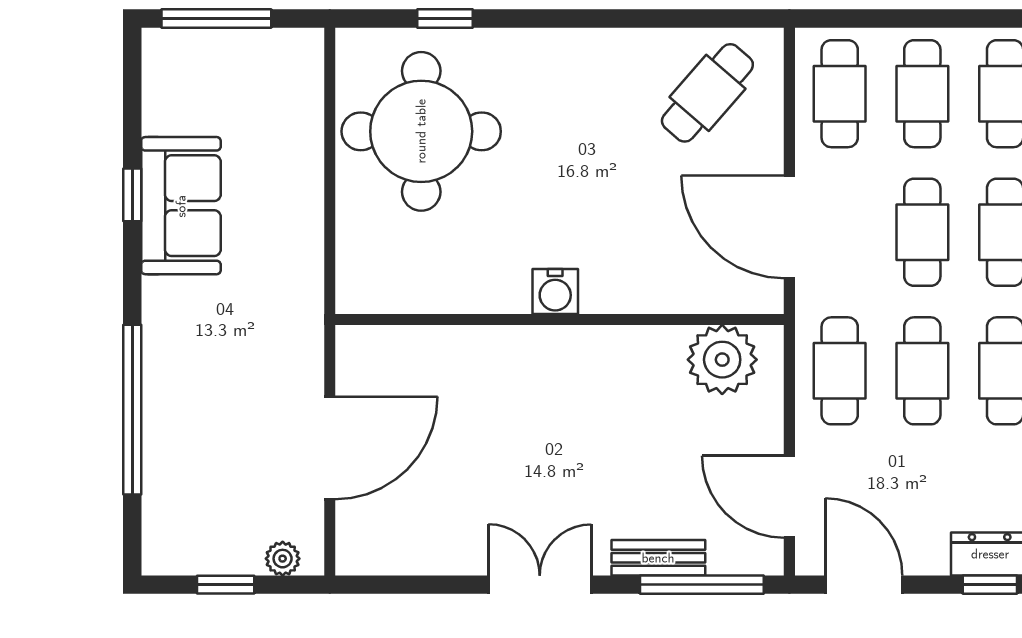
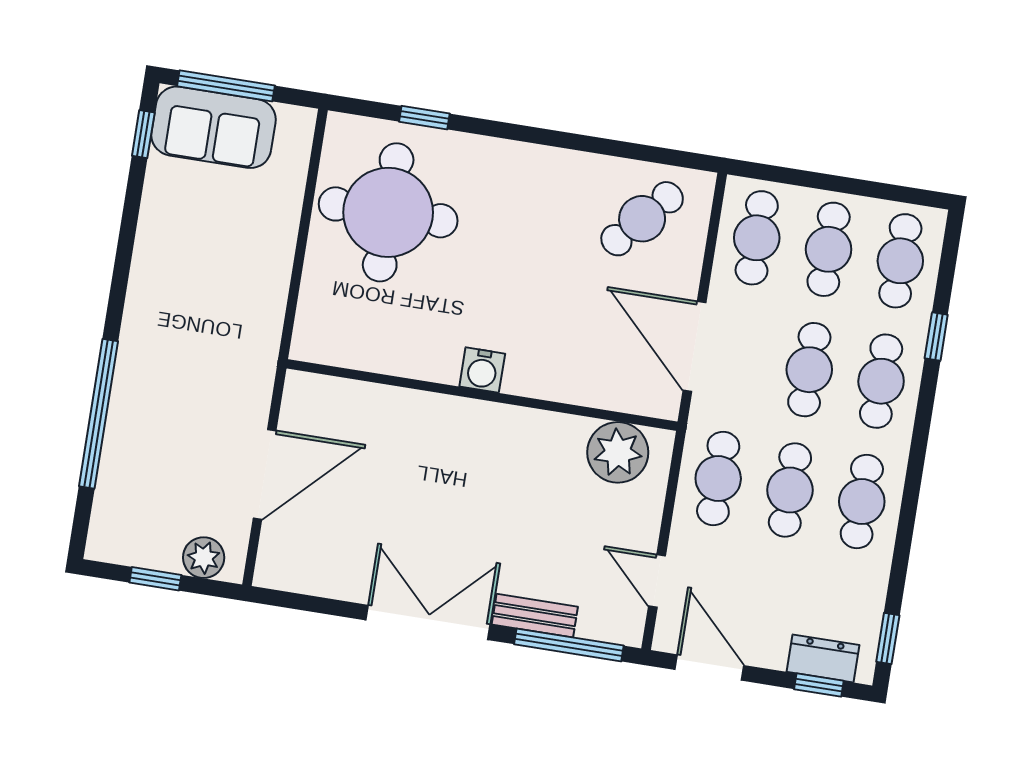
window: (132, 195) -> (143, 134), moved
sofa: (181, 206) -> (214, 127), moved, turned 90
door: (789, 497) -> (657, 581), width x0.73
plant: (283, 559) -> (204, 558), width x1.38, depth x1.38
double door: (540, 585) -> (428, 622), width x1.37

